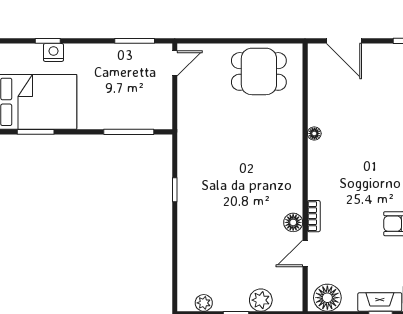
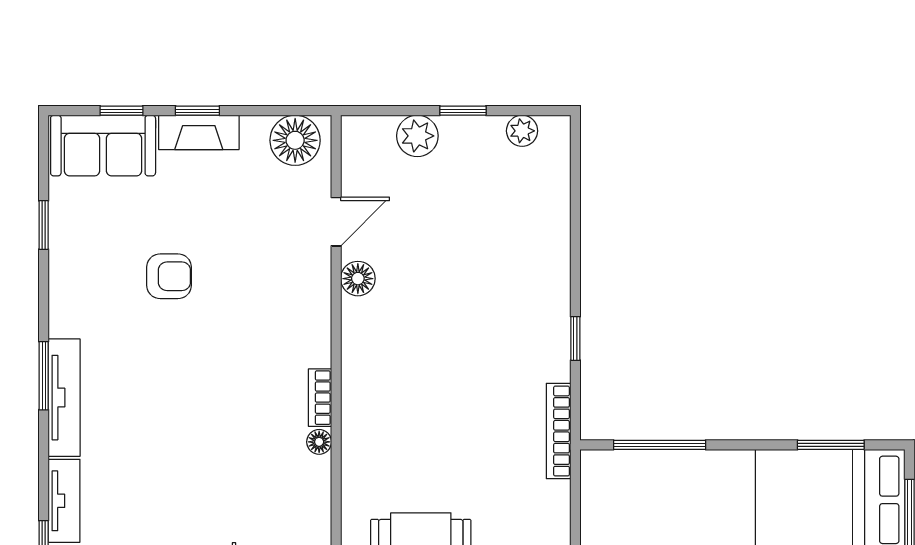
bookcase: (184, 139) -> (559, 431), added
bookcase: (314, 216) -> (320, 398), moved

